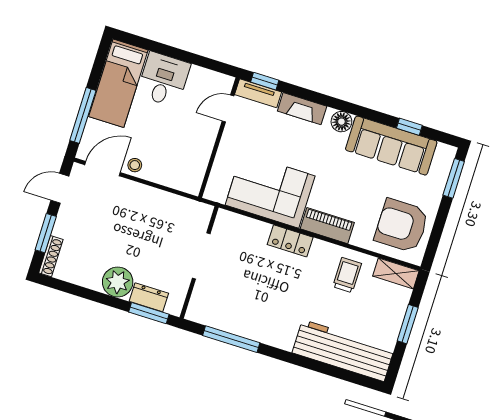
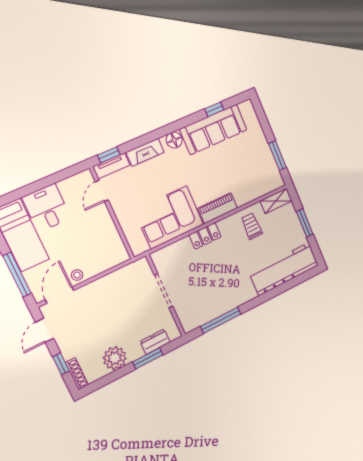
window: (454, 178) -> (277, 155), moved
armchair: (402, 225) -> (257, 171), removed
window: (46, 233) -> (61, 364), width x0.67
plant: (118, 282) -> (115, 358), moved
window: (149, 313) -> (148, 358), moved

